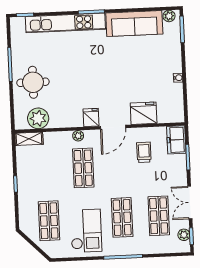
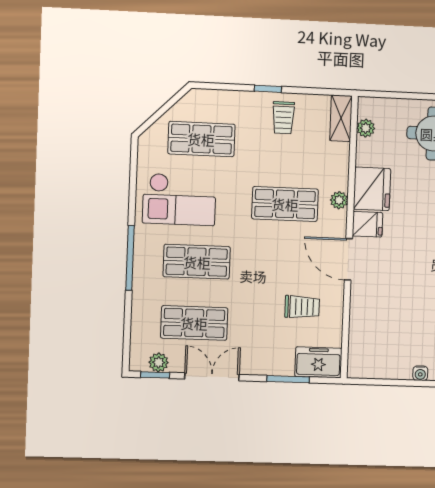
fridge: (144, 113) -> (372, 189), moved
plant: (38, 118) -> (366, 128), width x0.53, depth x0.53
trolley: (32, 173) -> (283, 118), added

